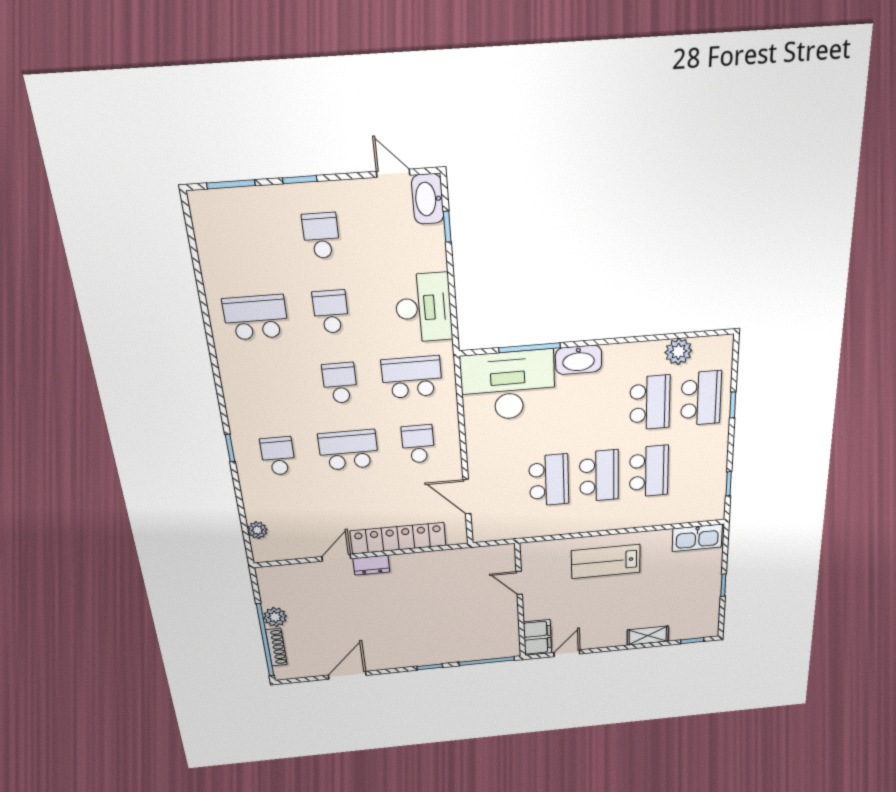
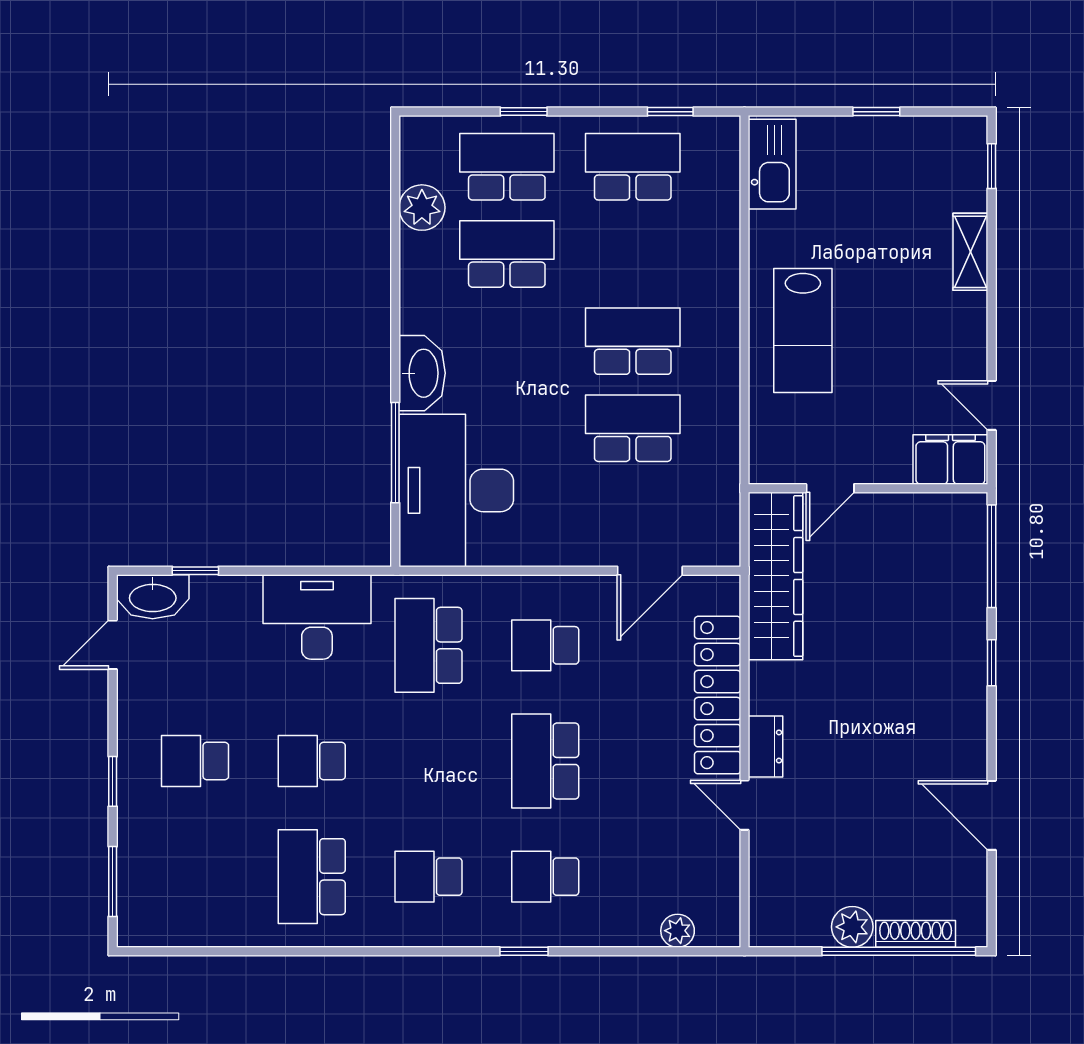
school desk: (340, 383) -> (429, 877), moved
school desk: (649, 471) -> (633, 167), moved
wardrobe: (469, 561) -> (775, 576), added

